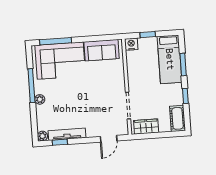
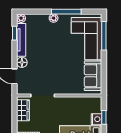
nightstand: (131, 44) -> (97, 119), moved
floor lamp: (92, 132) -> (22, 62), added

